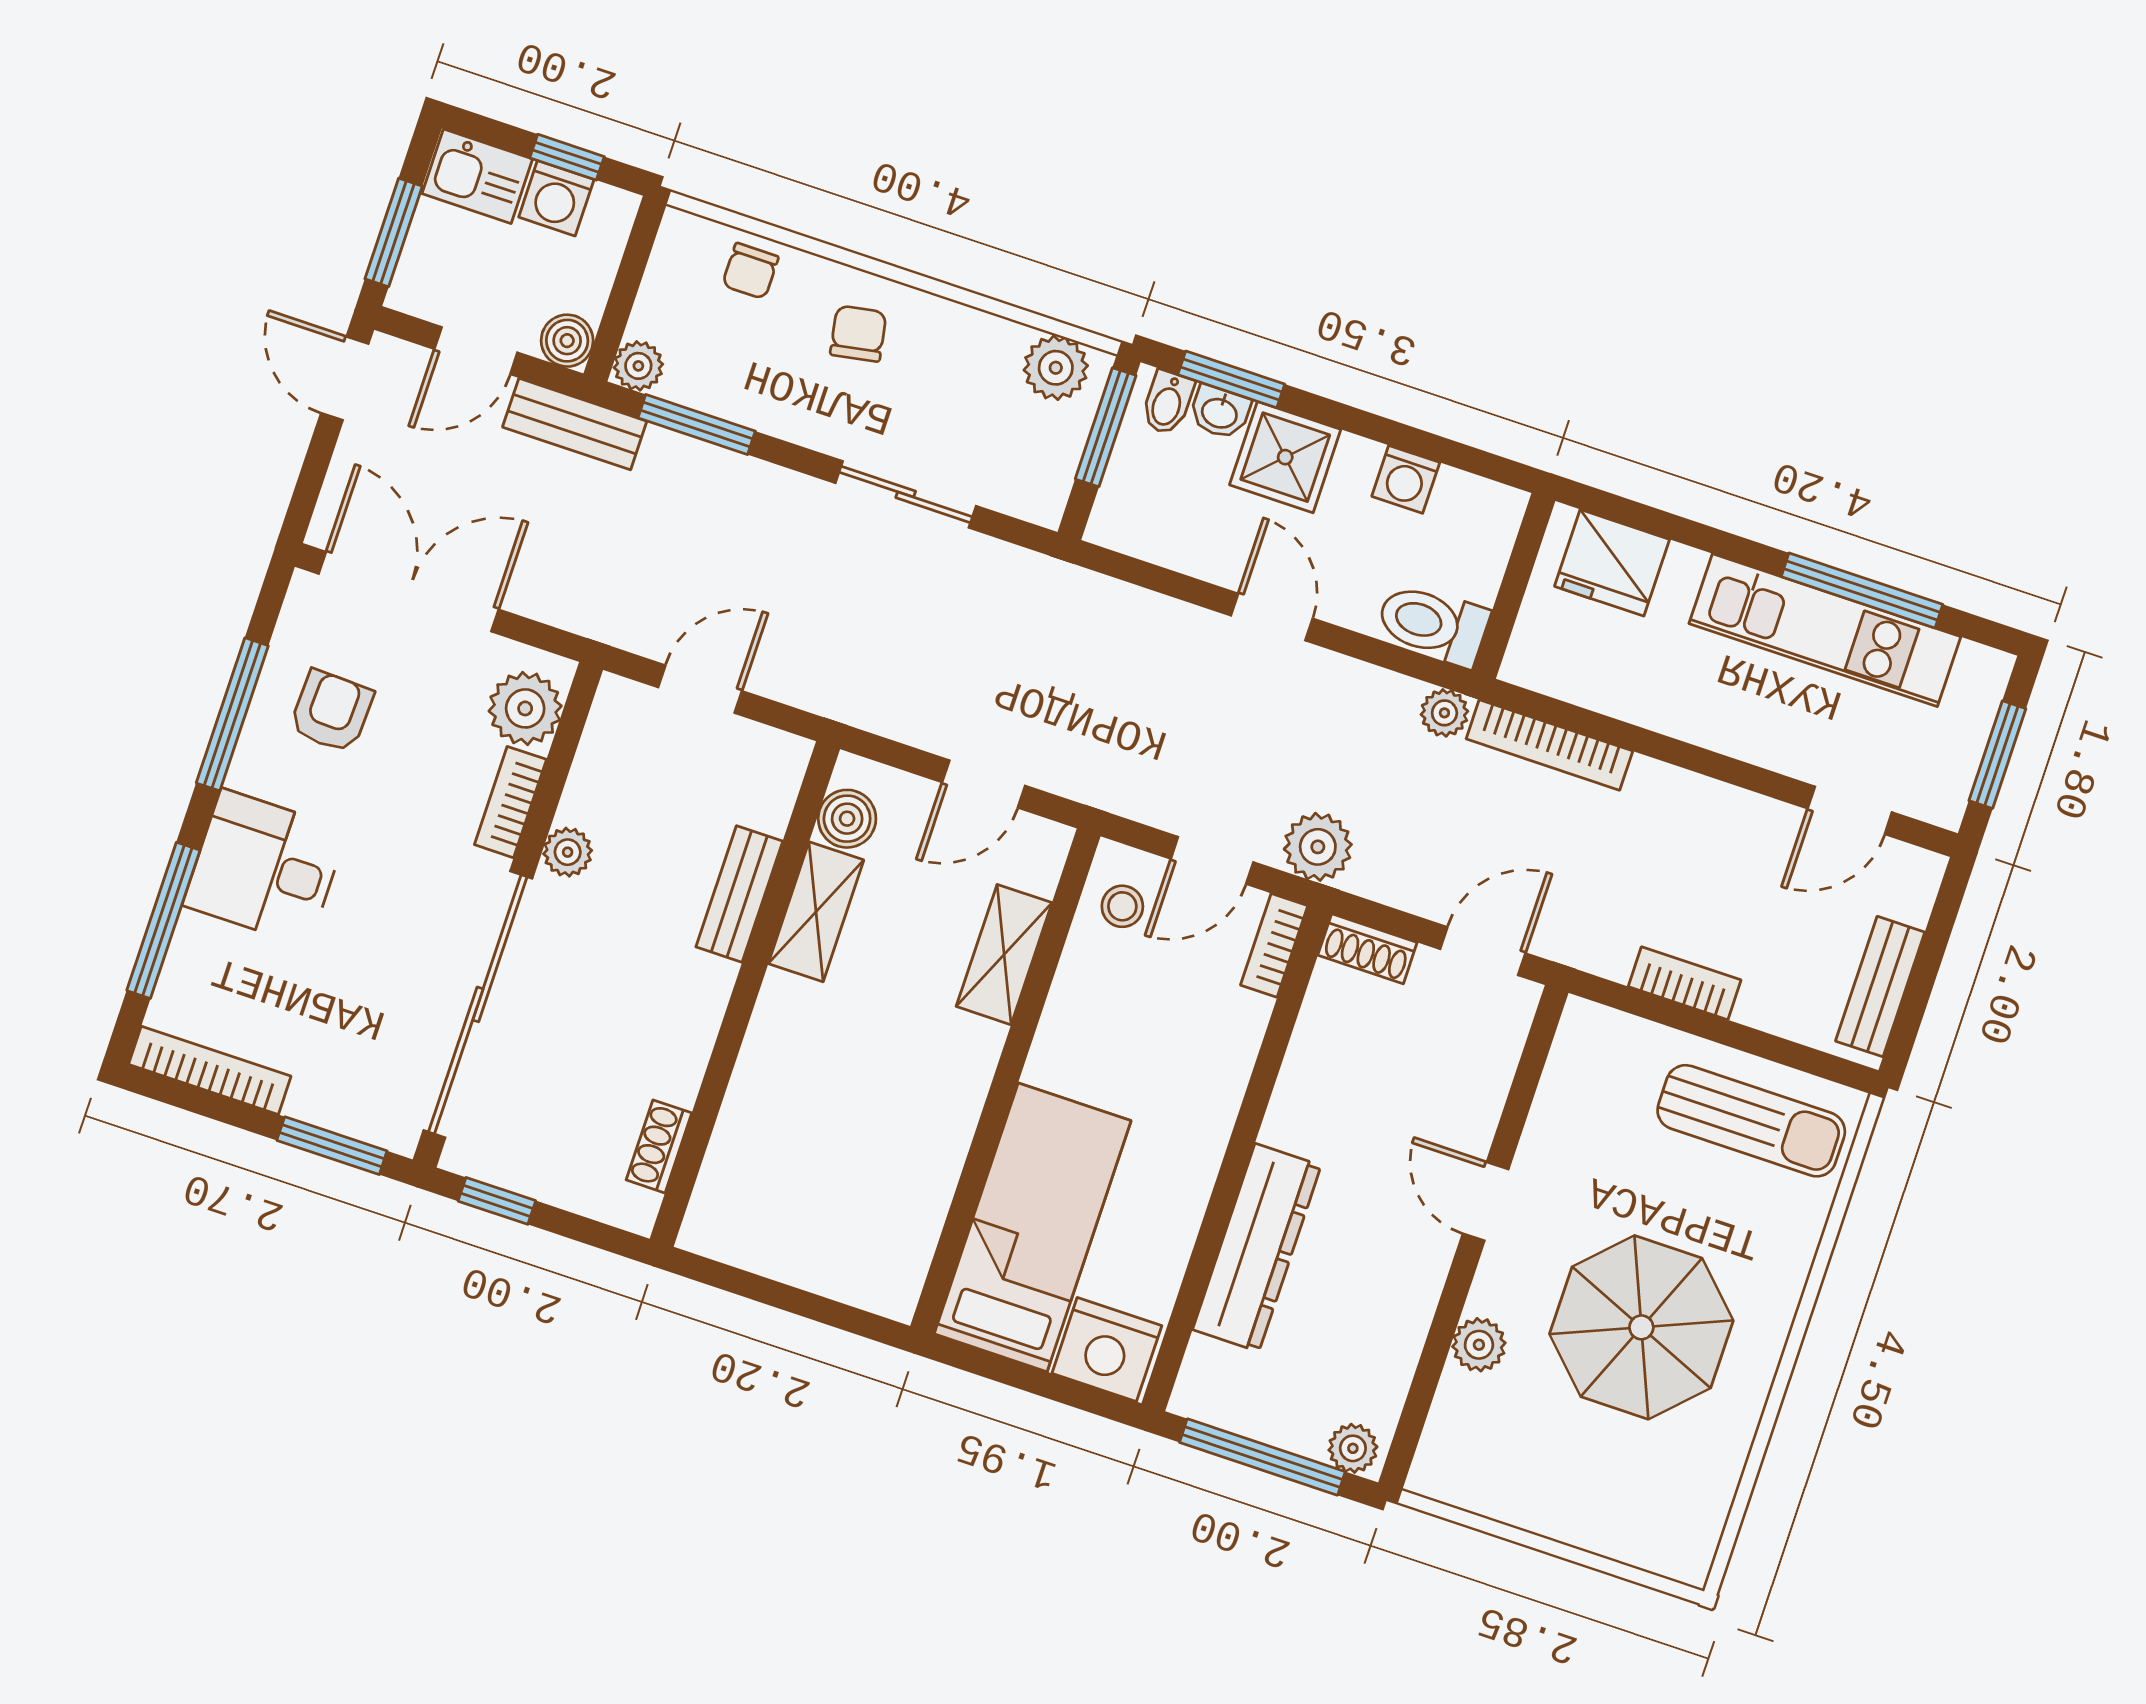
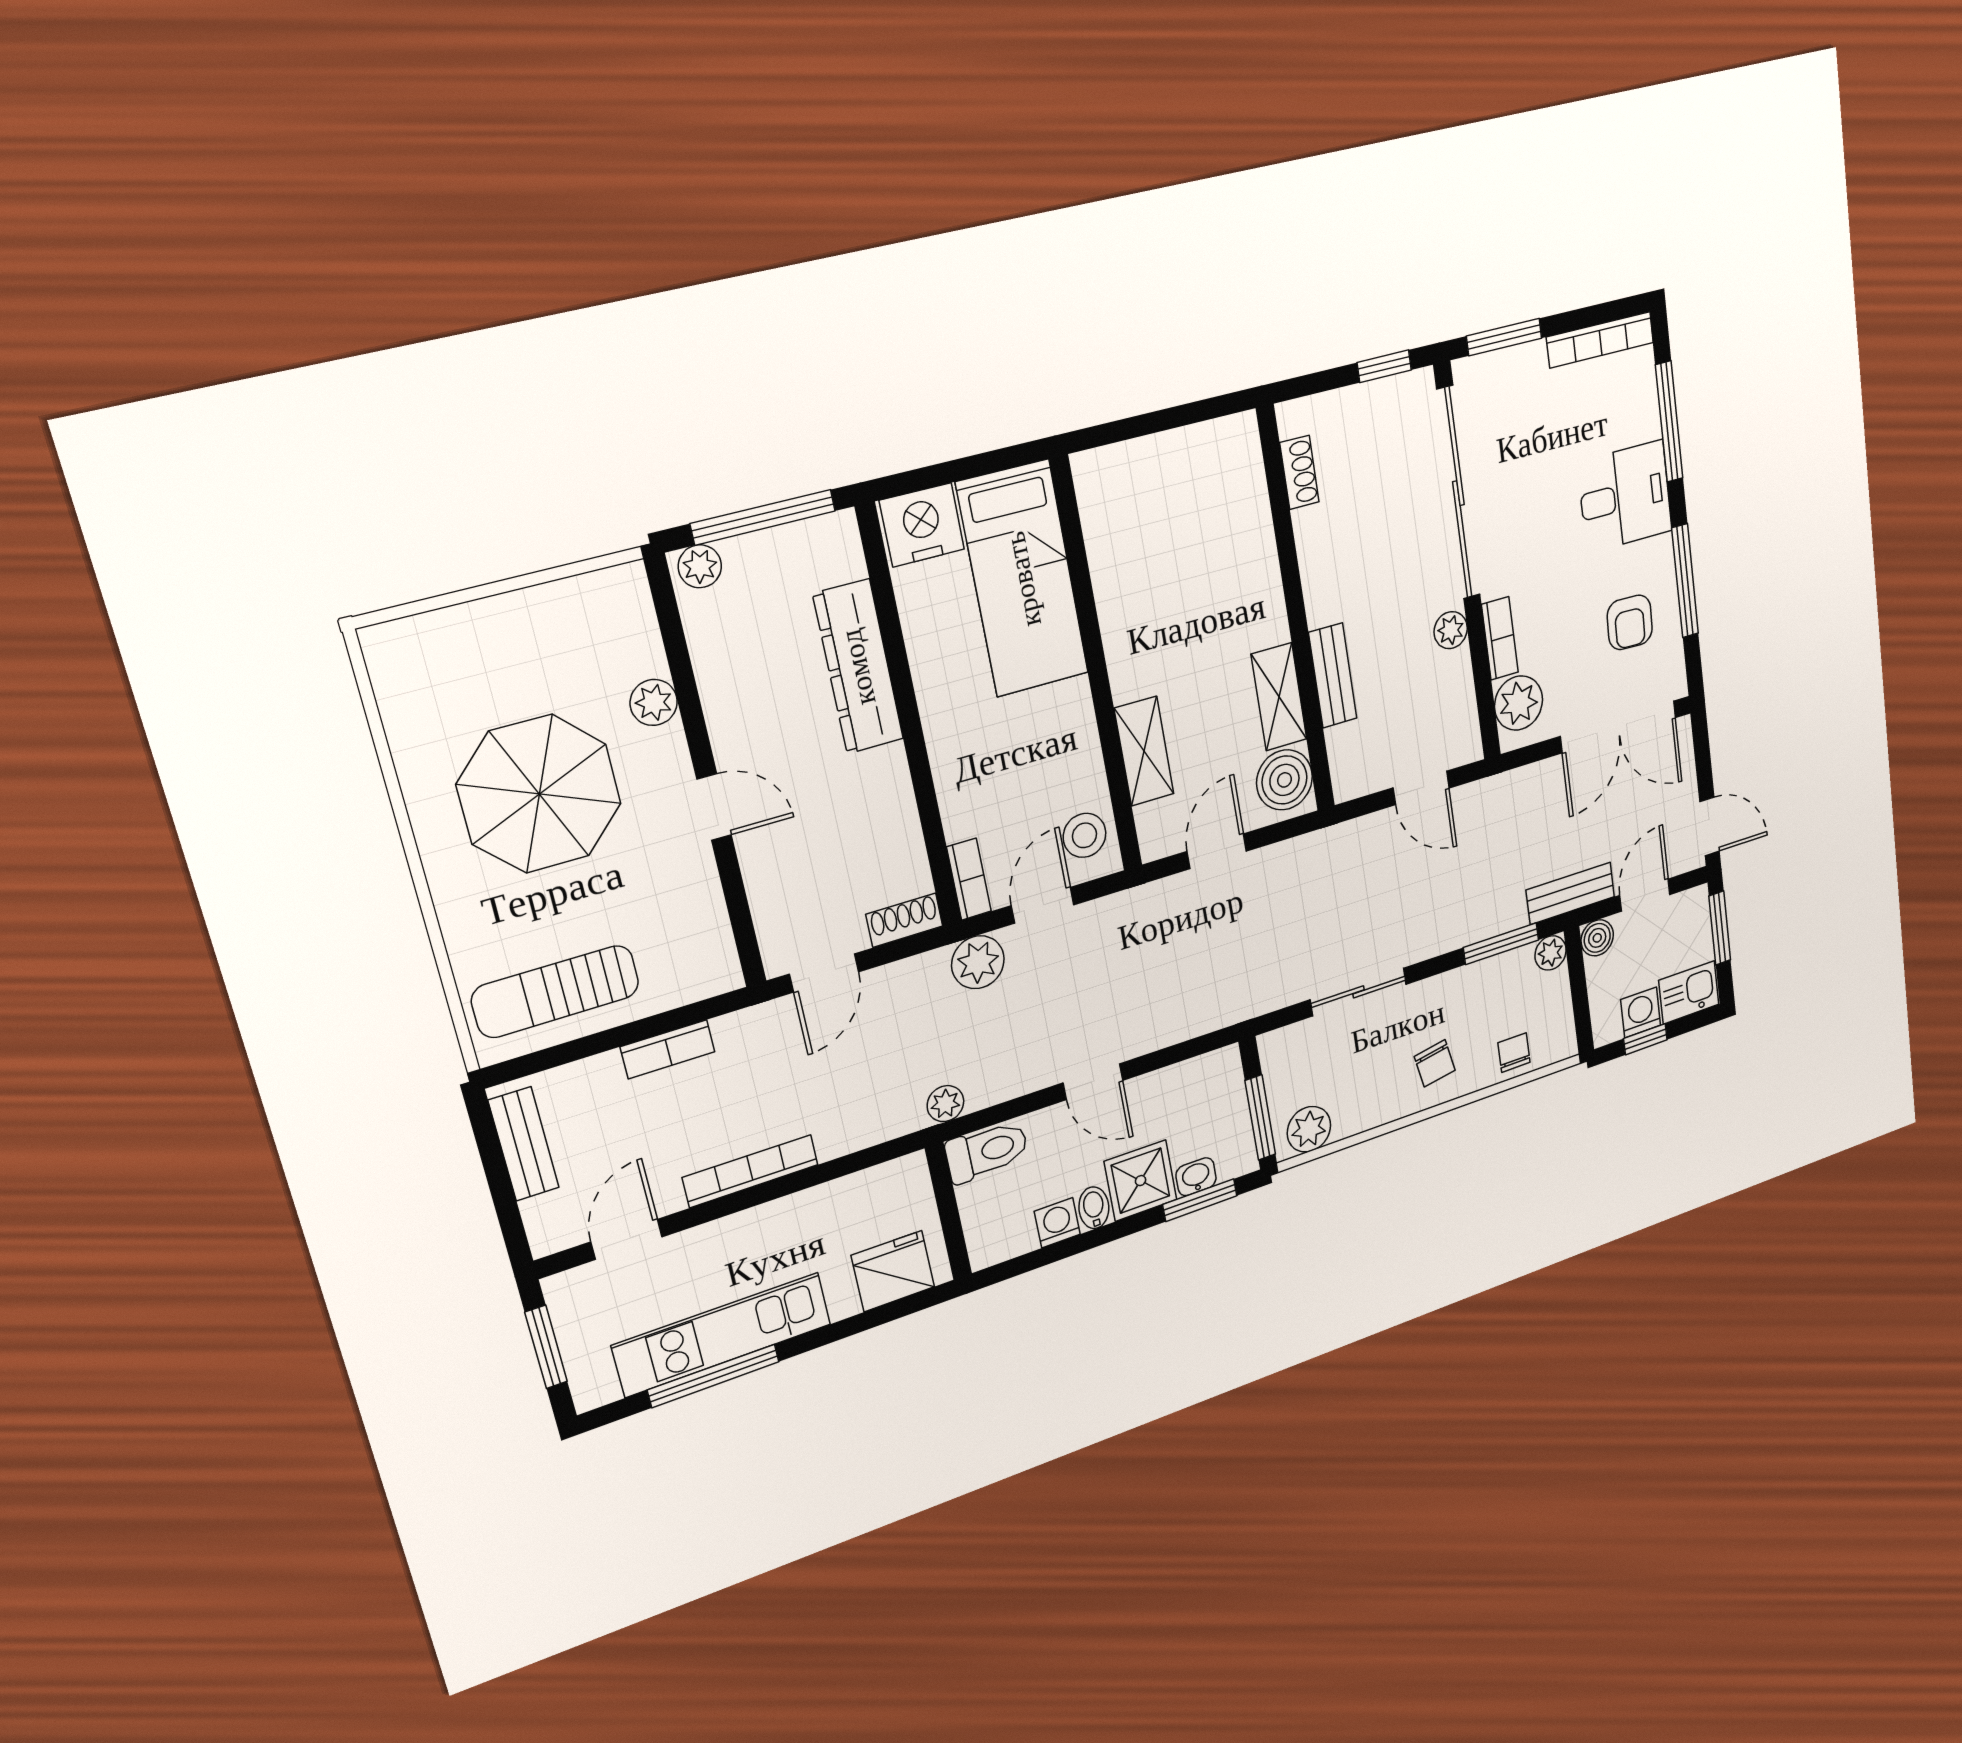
bidet: (1168, 403) -> (1094, 1208), moved
door: (700, 689) -> (1421, 788), hinge flipped
bookcase: (1549, 745) -> (751, 1171), moved
boiler: (847, 819) -> (1284, 780), width x1.36, depth x1.36
stool: (1122, 906) -> (1084, 835), width x1.37, depth x1.37

